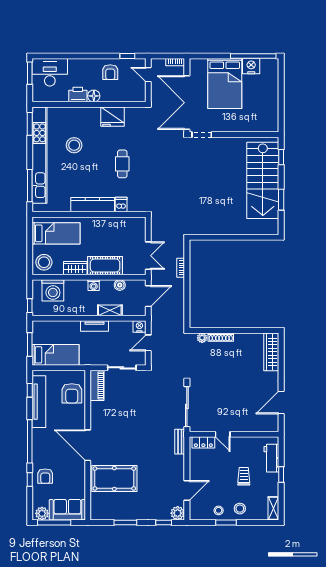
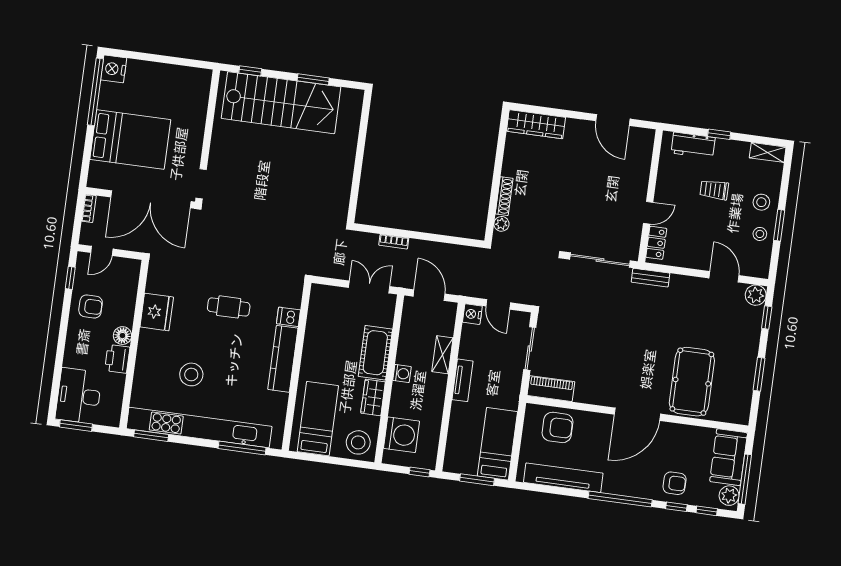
nightstand: (251, 66) -> (114, 69), moved
boiler: (120, 285) -> (407, 335), removed
window: (30, 390) -> (707, 511), moved

